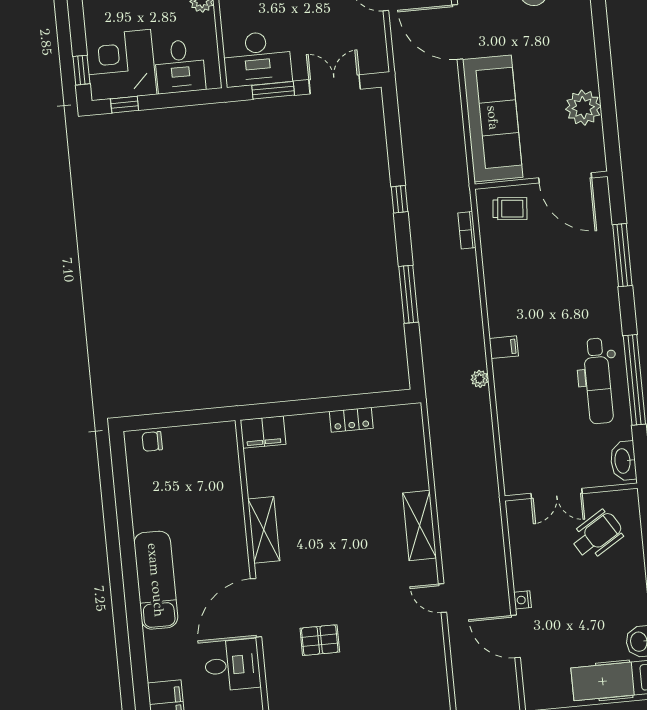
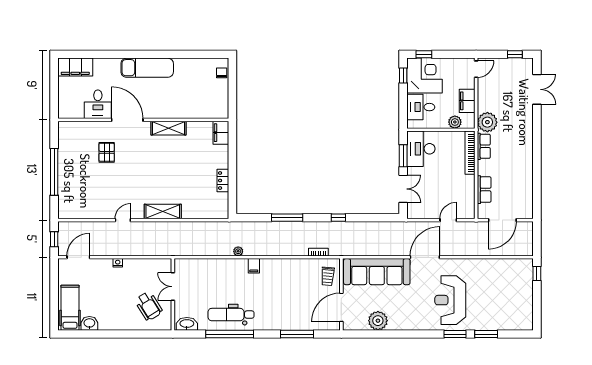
door: (516, 636) -> (78, 257), moved

